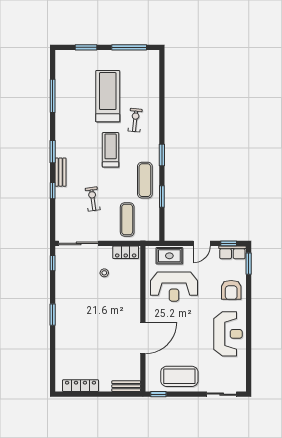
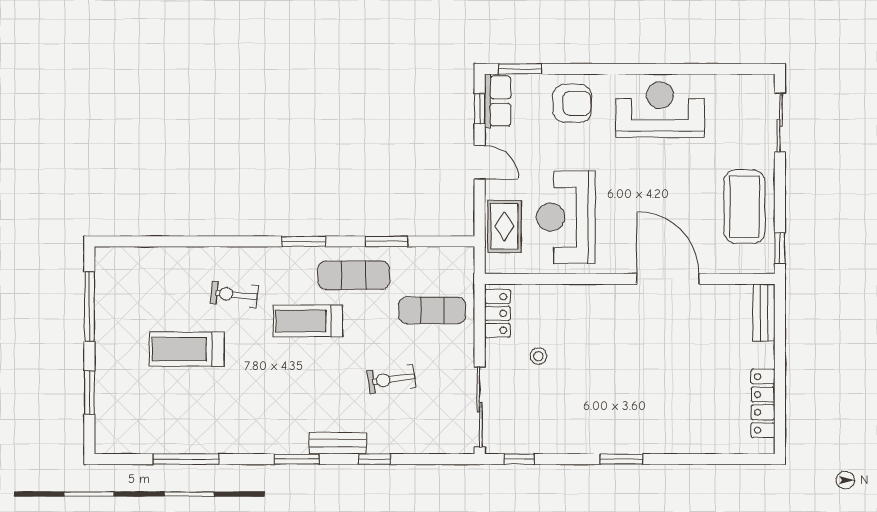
treadmill: (108, 96) -> (187, 349), width x0.73, depth x0.73
treadmill: (111, 150) -> (308, 321), moved
reception desk: (174, 287) -> (566, 217), turned 180

